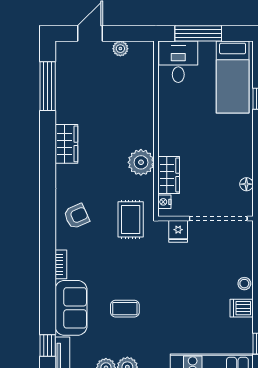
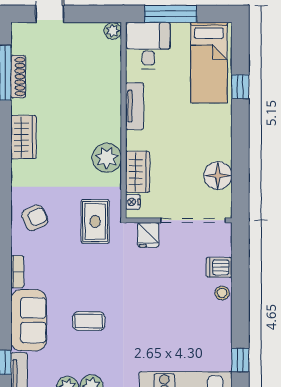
plant: (120, 49) -> (113, 31), moved
shoe rack: (62, 90) -> (18, 77), added
tv unit: (166, 116) -> (134, 106), added
floor lamp: (246, 184) -> (218, 176), width x1.89, depth x1.89
dishwasher: (242, 308) -> (219, 267), moved

